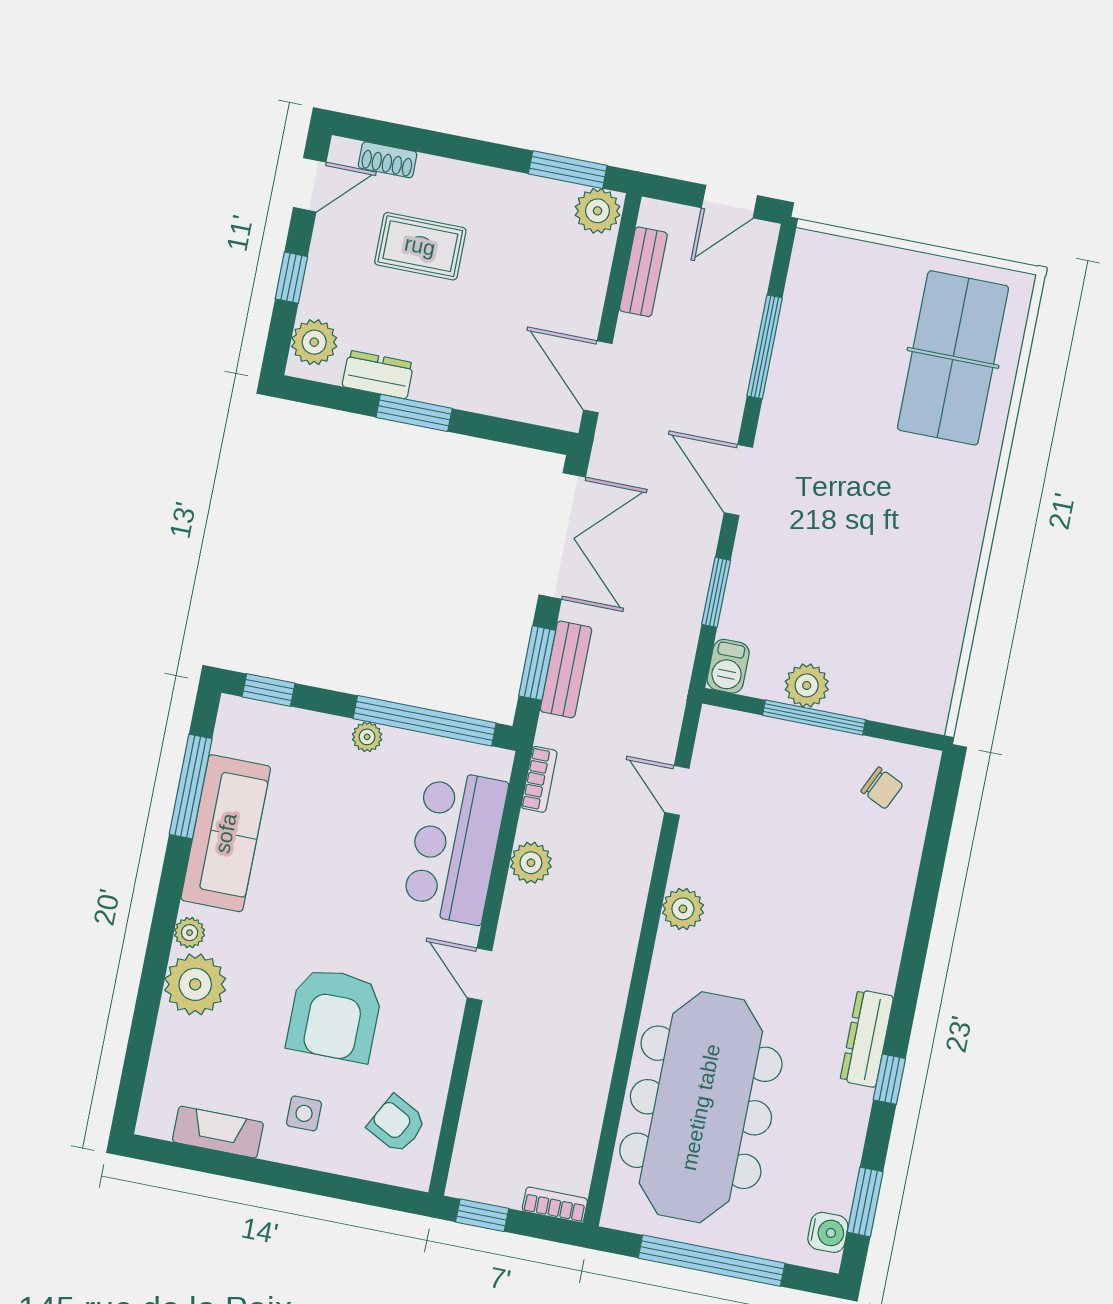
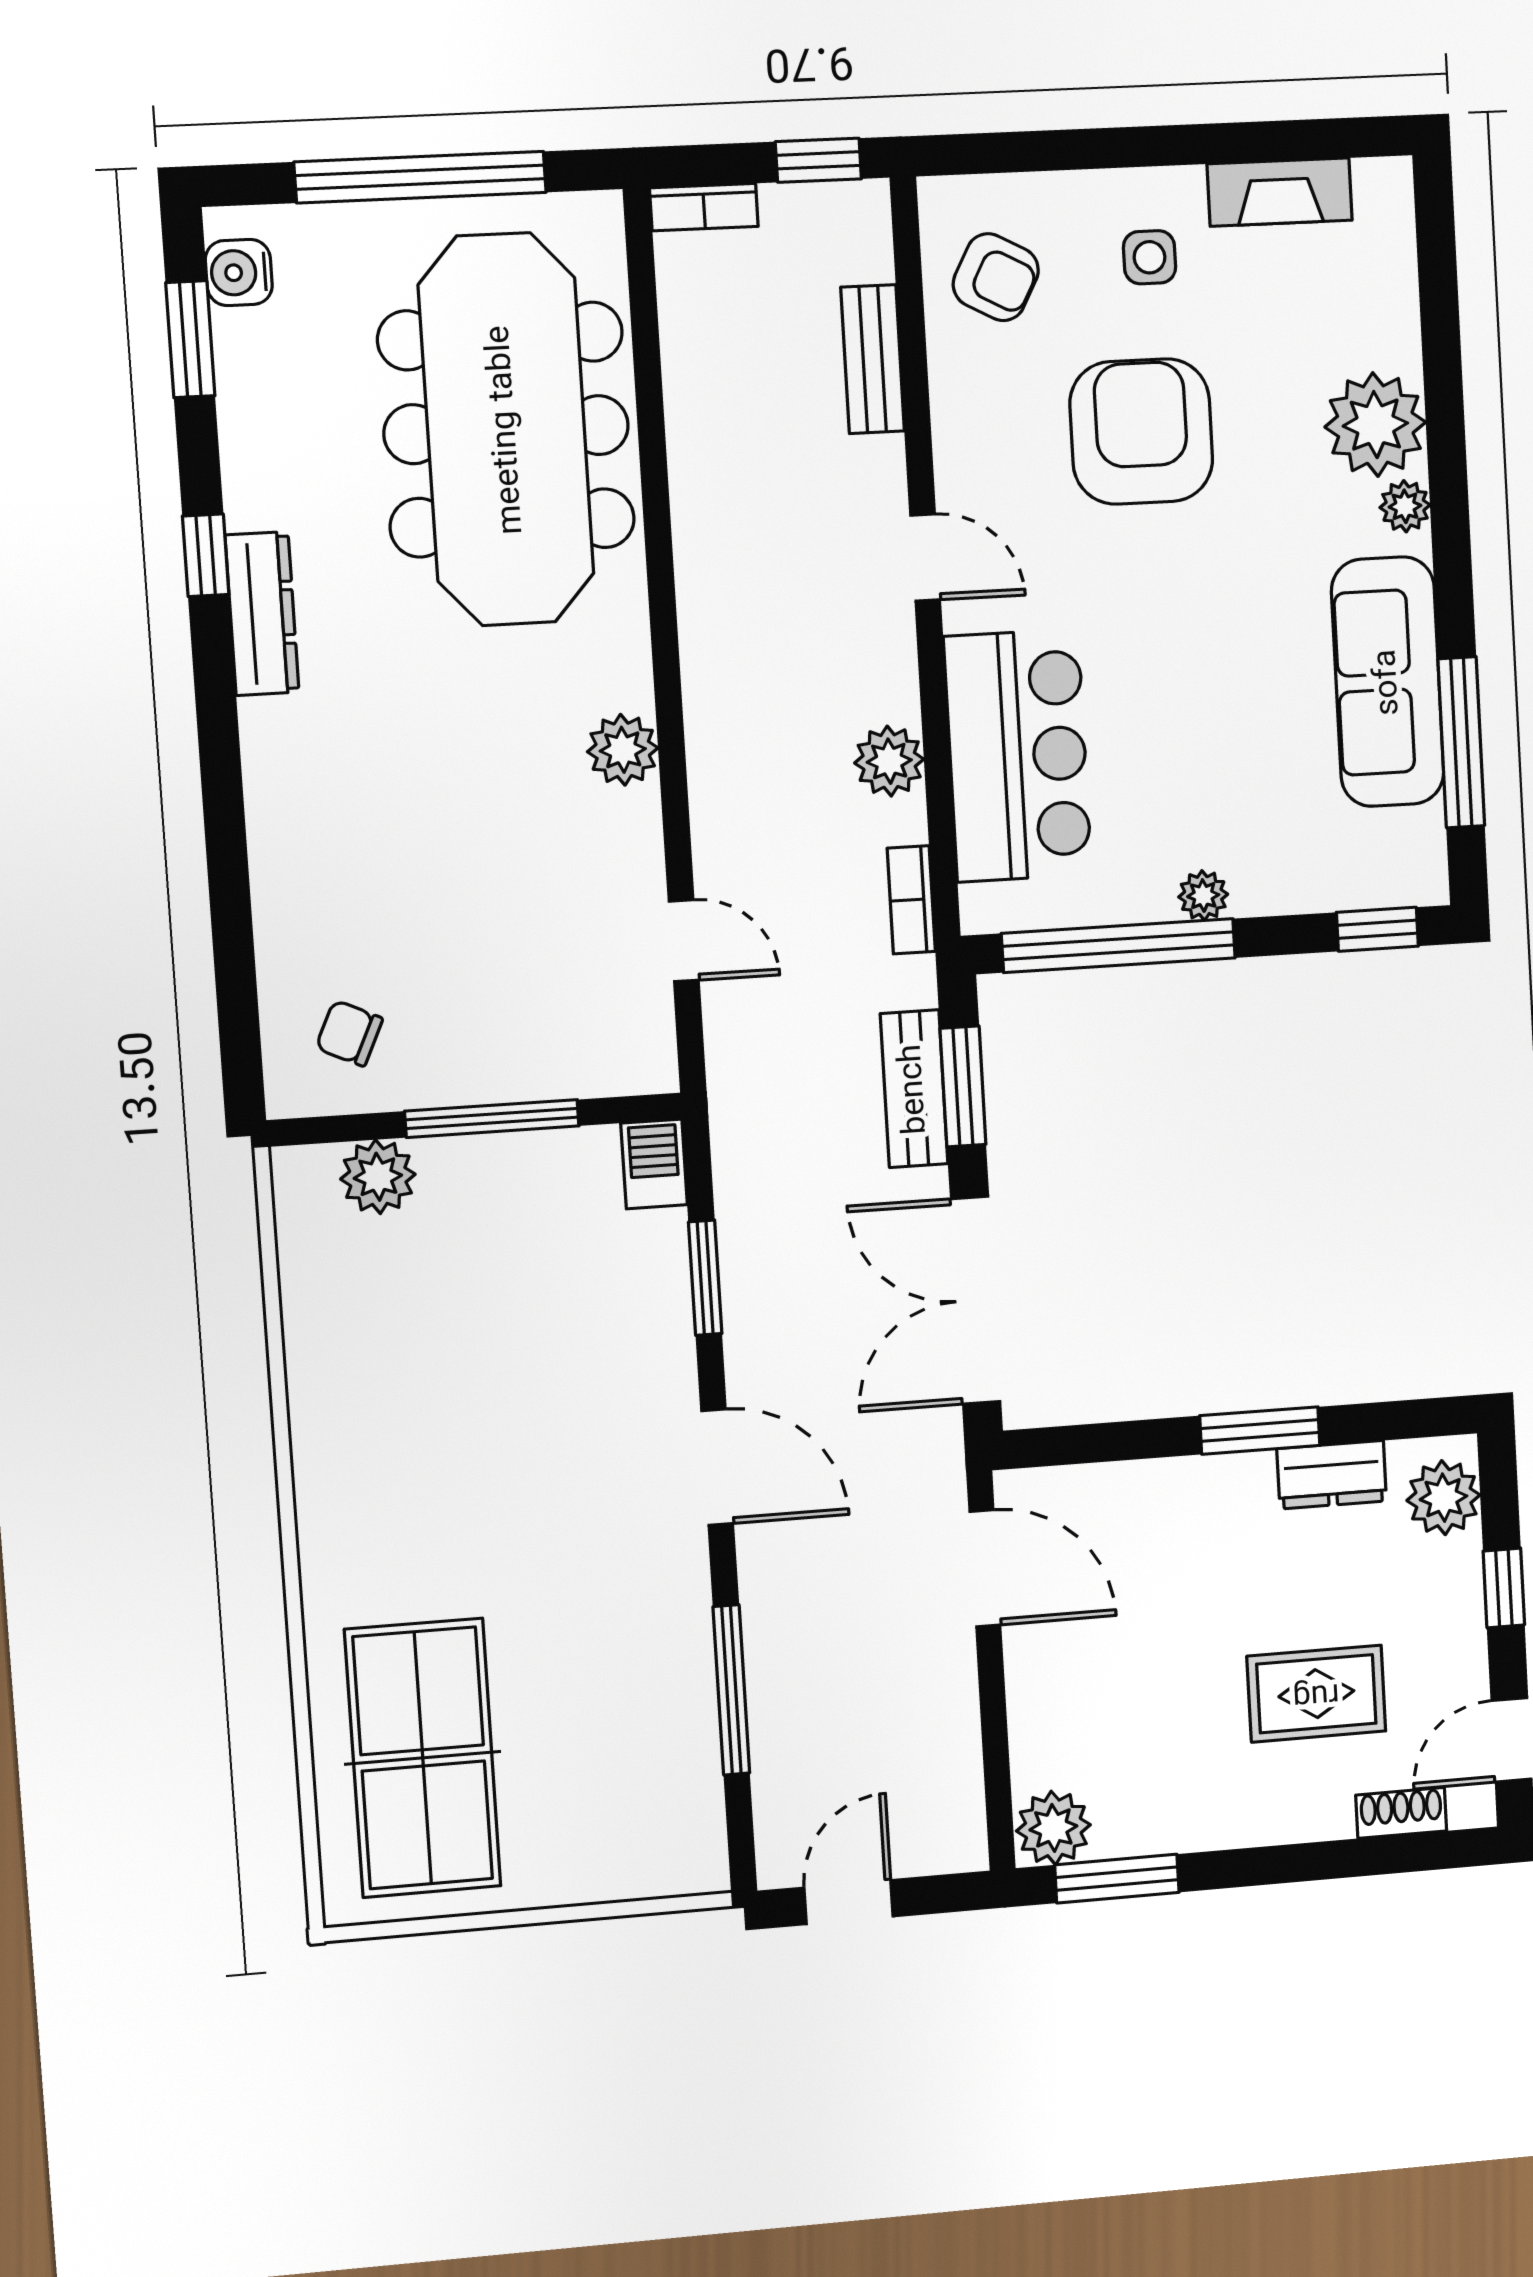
bench: (643, 272) -> (873, 359), moved
plant: (807, 685) -> (378, 1177), moved

